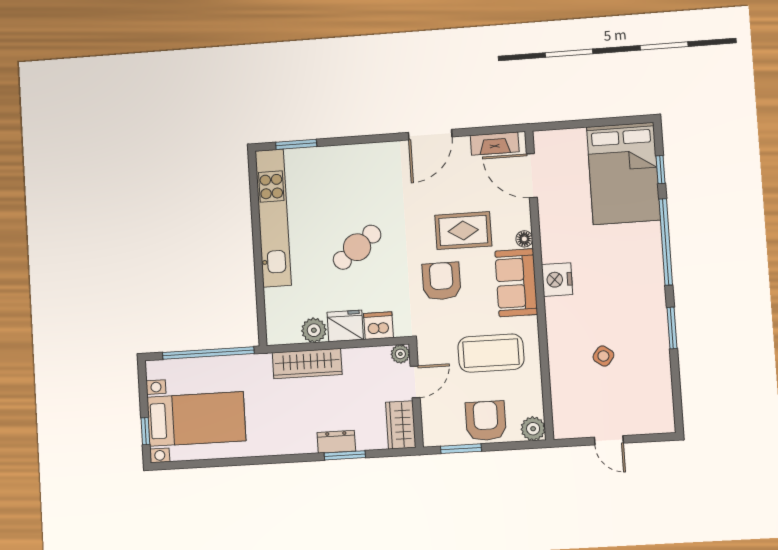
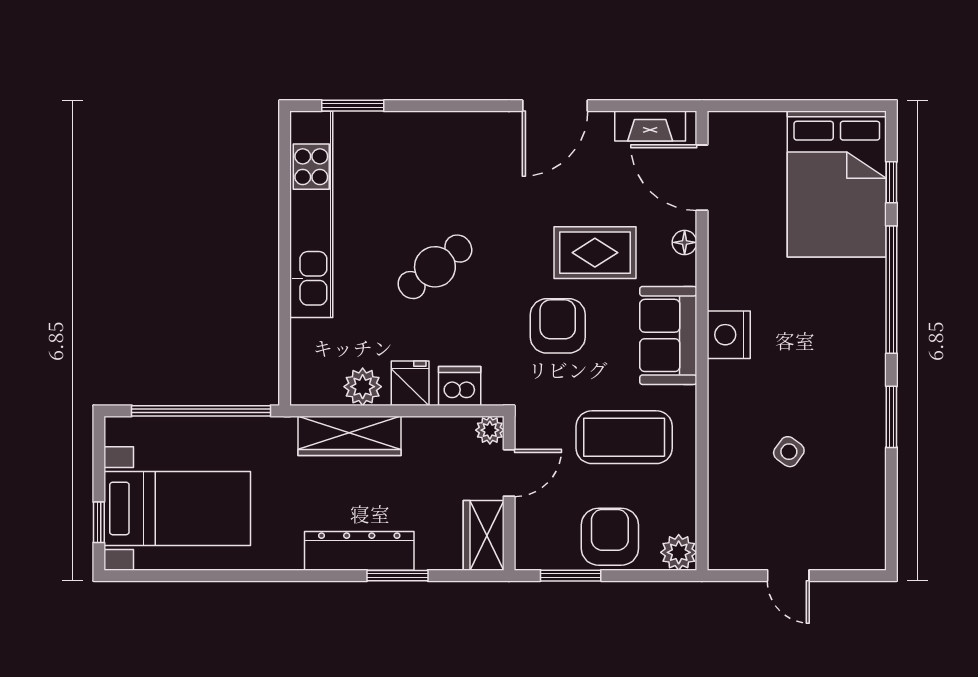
floor lamp: (524, 239) -> (685, 242), moved
fridge: (345, 326) -> (410, 383), width x0.72
dresser: (336, 442) -> (359, 551), width x1.96, depth x1.24

